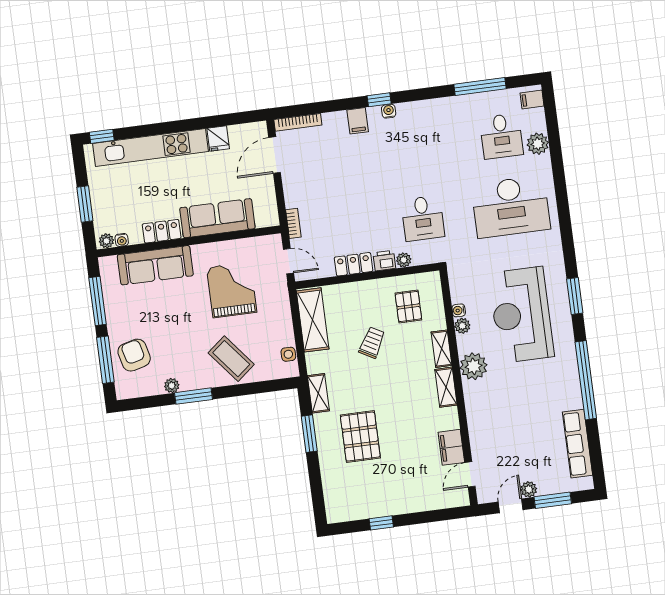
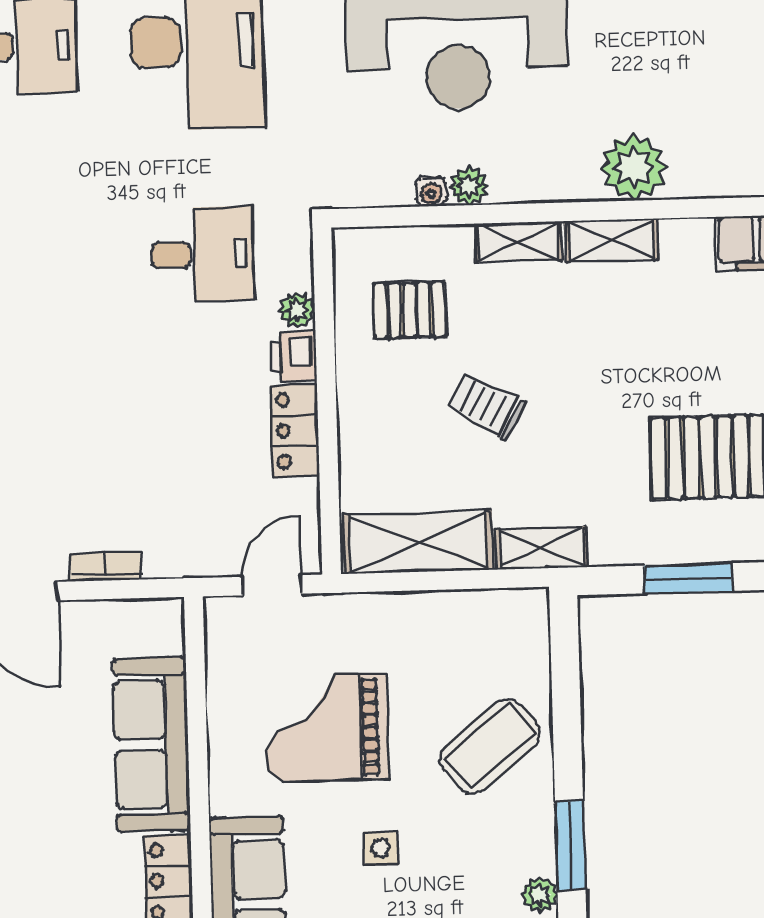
bookcase: (293, 223) -> (105, 566), moved
side table: (288, 354) -> (381, 848), moved
plant: (474, 366) -> (634, 168), moved
shelving: (318, 393) -> (541, 548), moved

